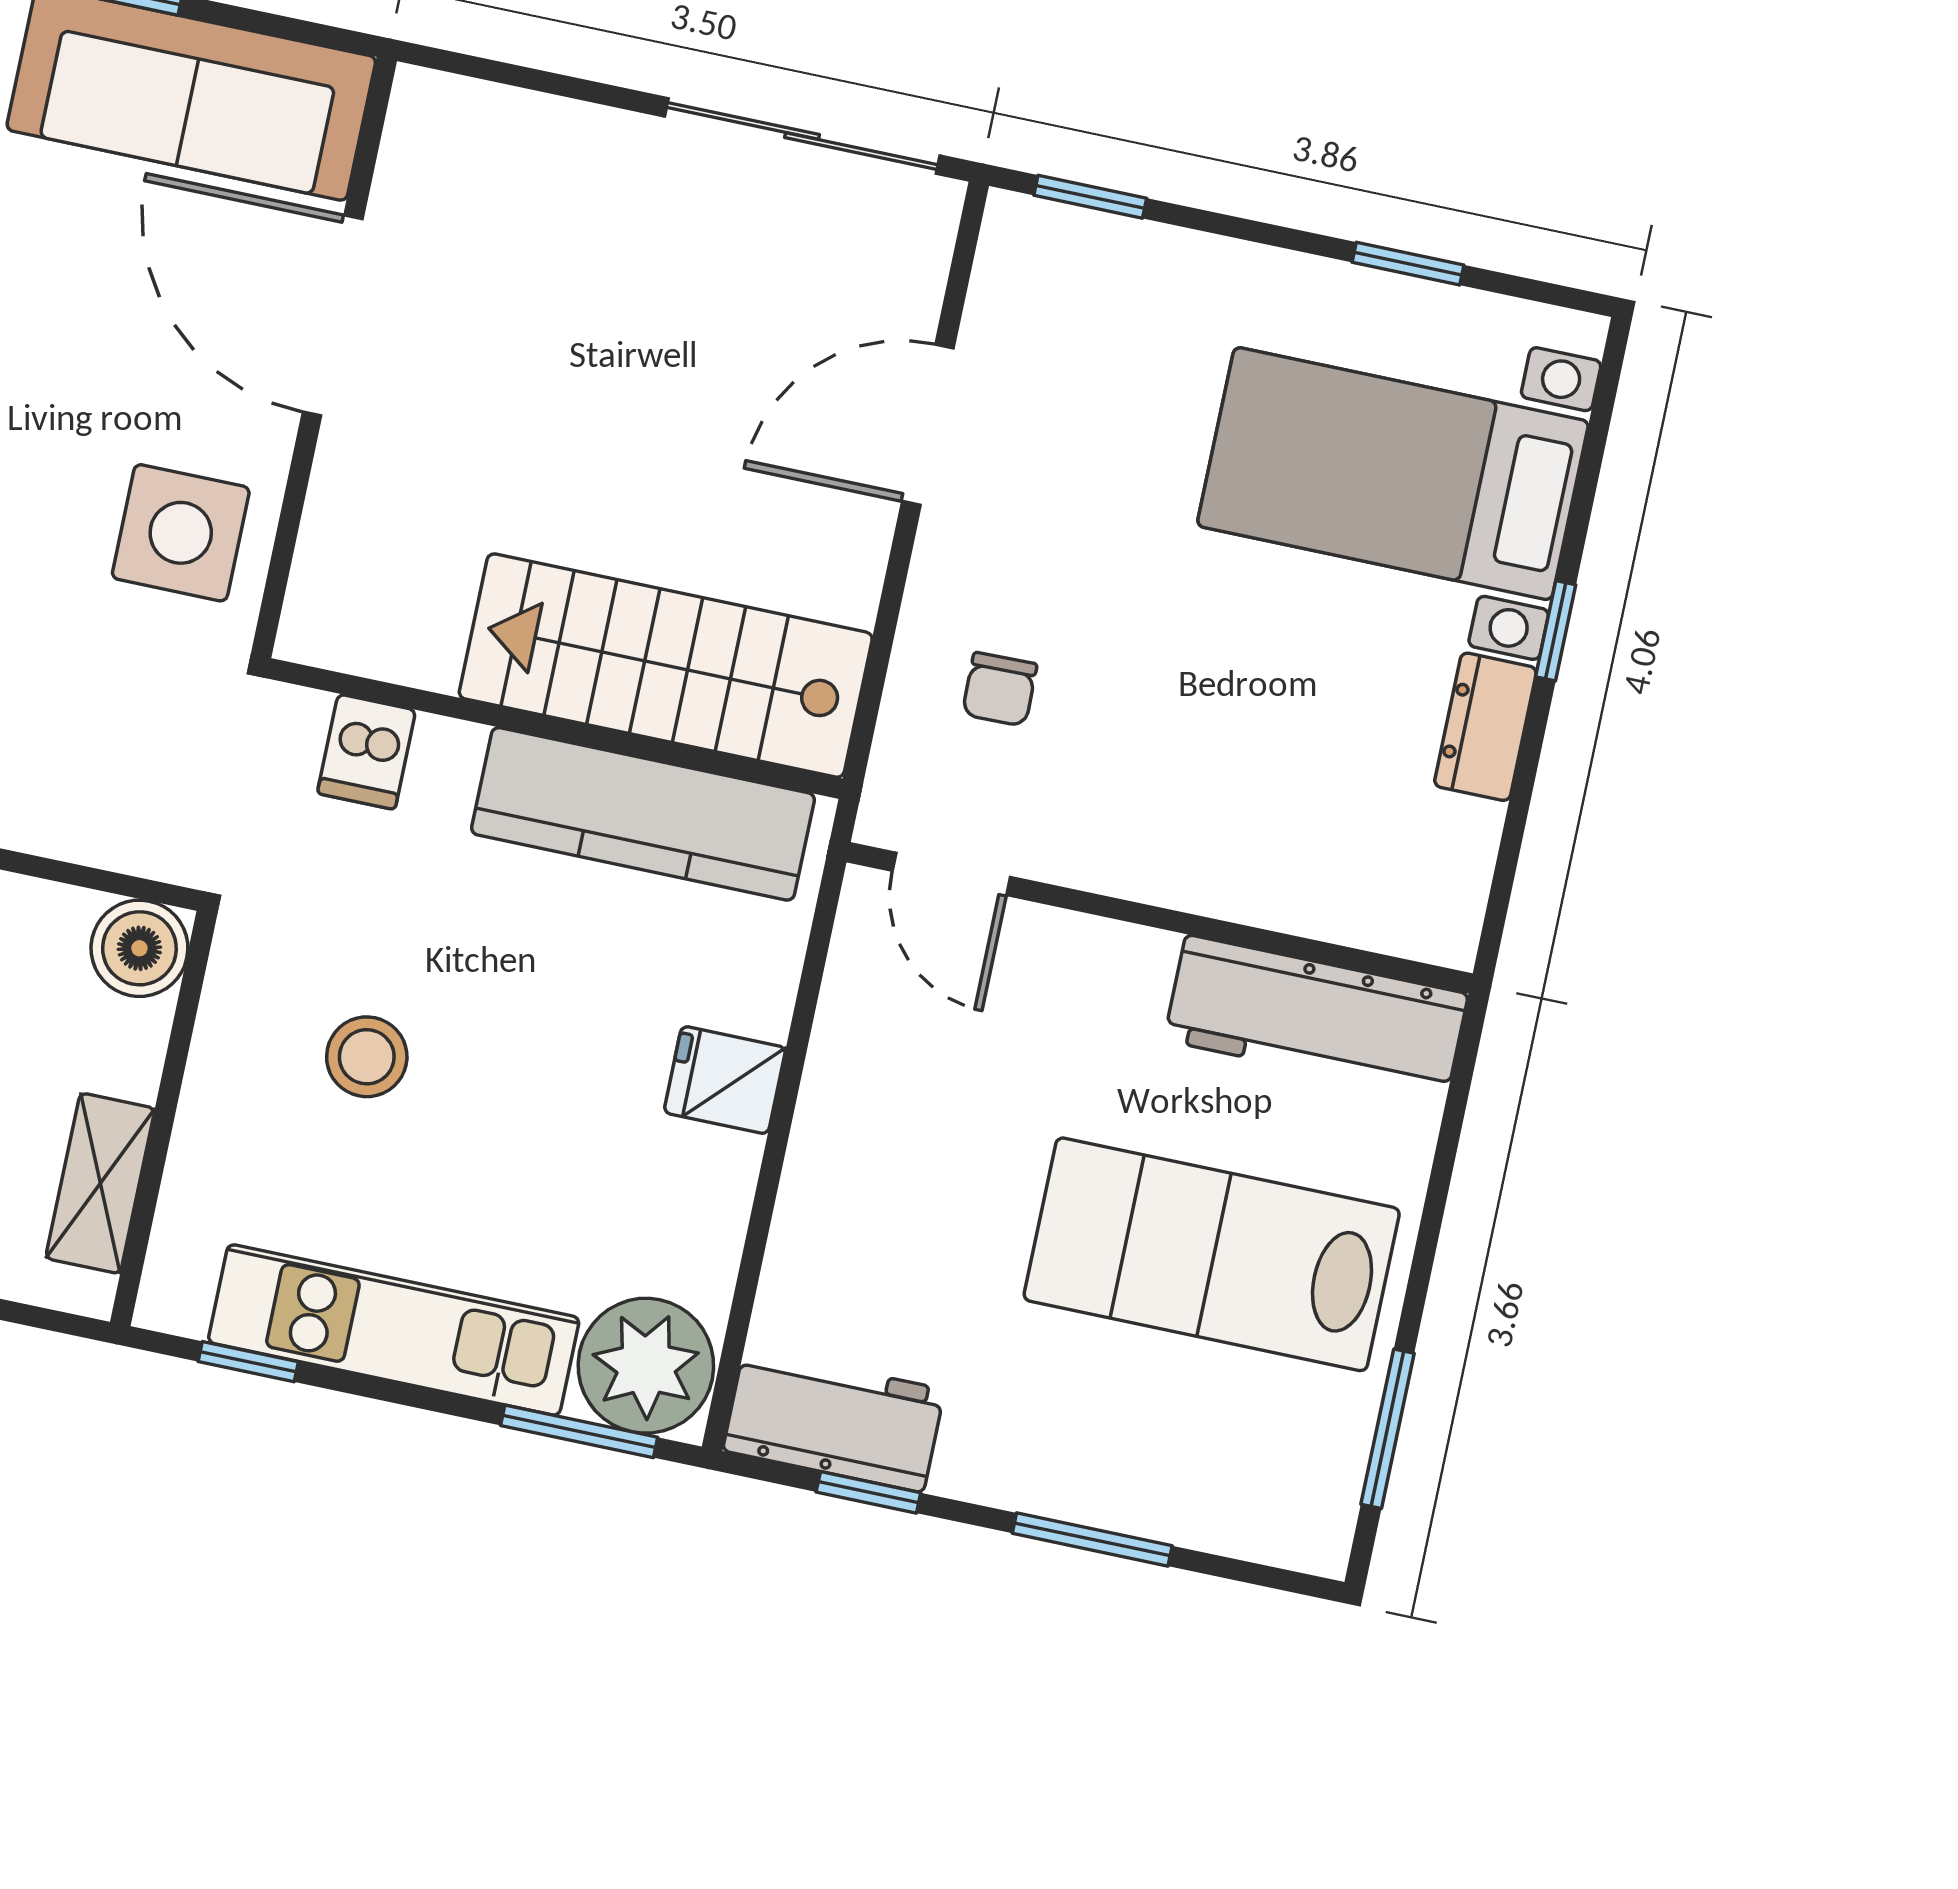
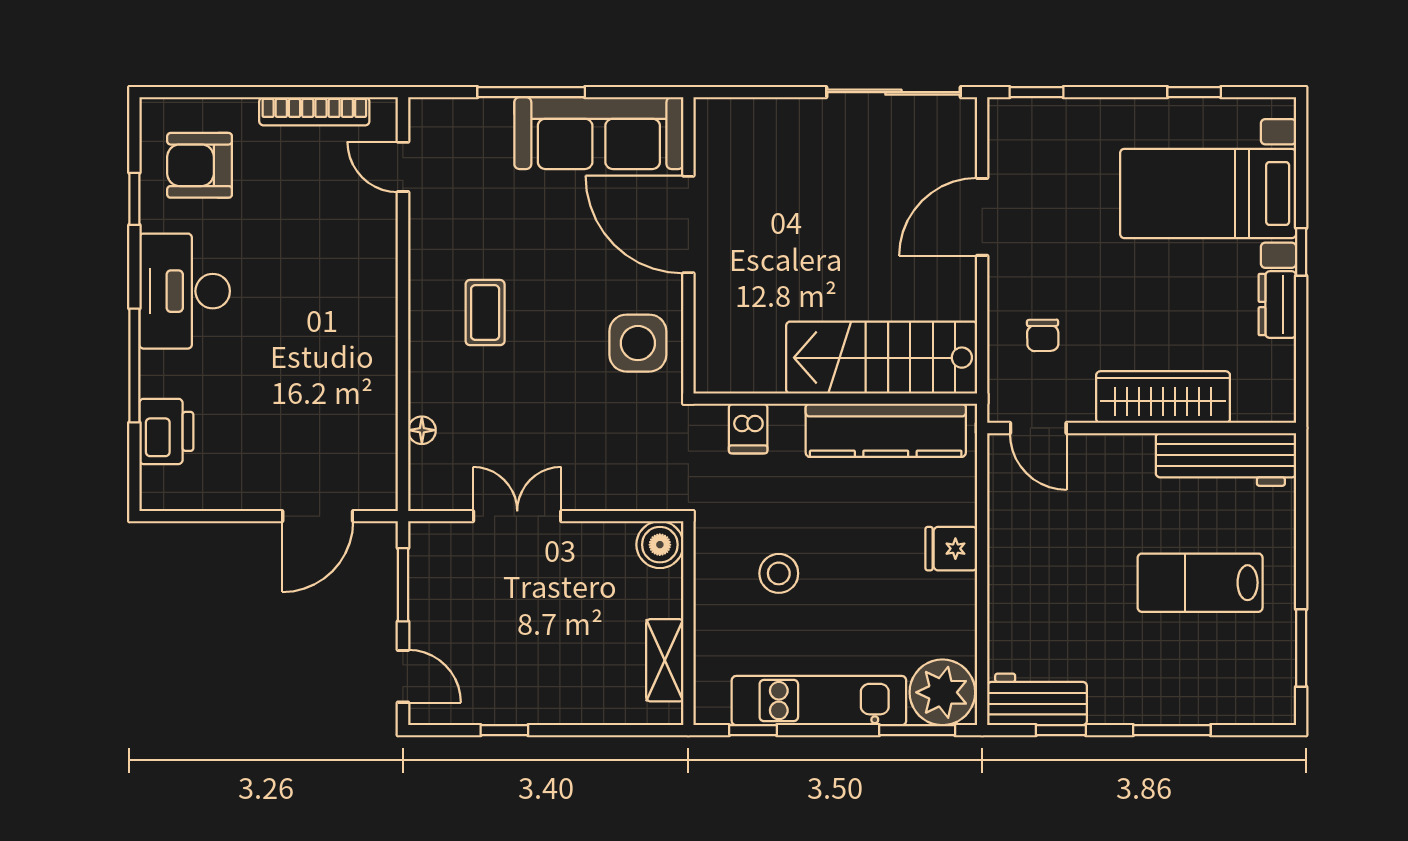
wardrobe: (1216, 865) -> (1163, 397), added
lab bench: (1212, 1254) -> (1200, 583), width x0.73, depth x0.72

